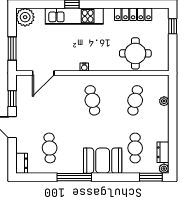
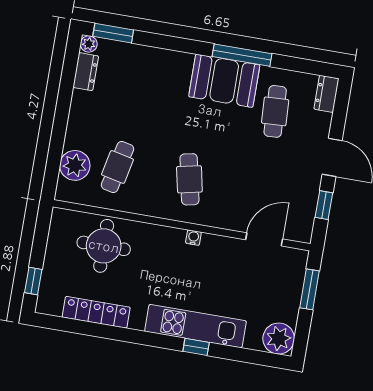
plant: (164, 101) -> (75, 165), width x1.88, depth x1.88
cafe table: (135, 148) -> (131, 87), removed
booth: (103, 161) -> (224, 81), moved

